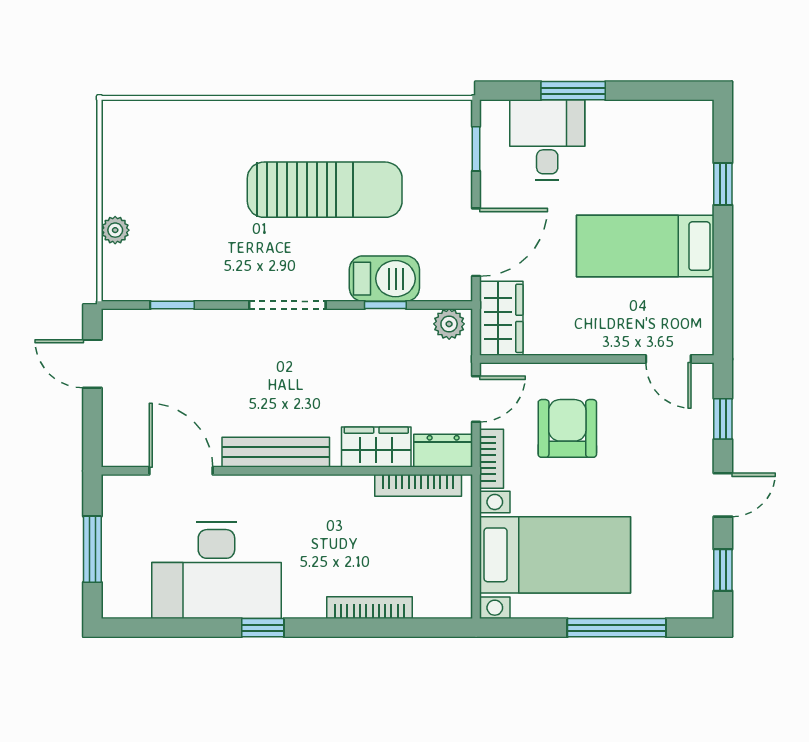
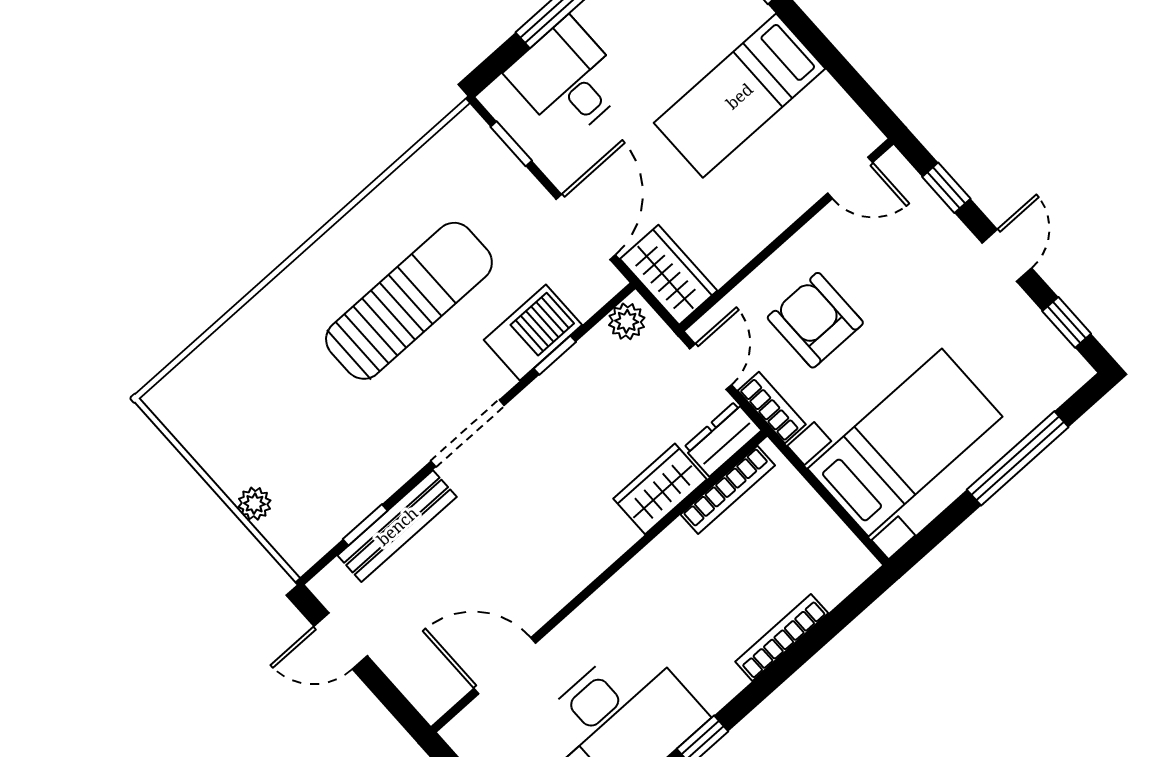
bench: (276, 452) -> (397, 526), moved

